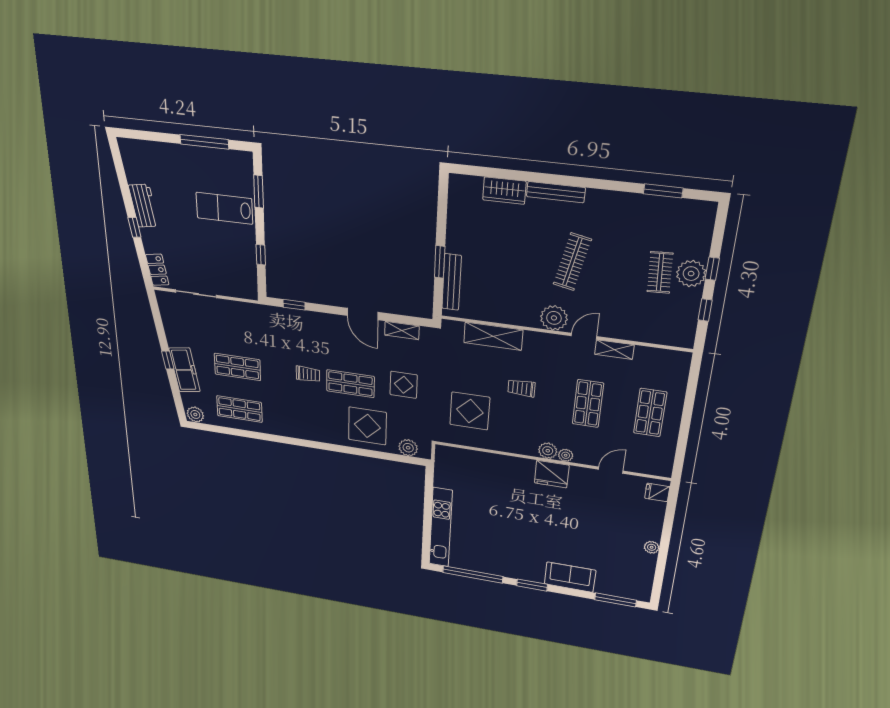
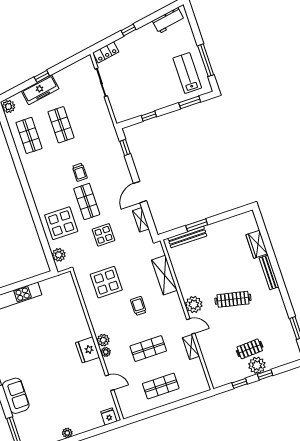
workbench: (144, 206) -> (168, 21), moved
lab bench: (224, 208) -> (187, 73), moved

